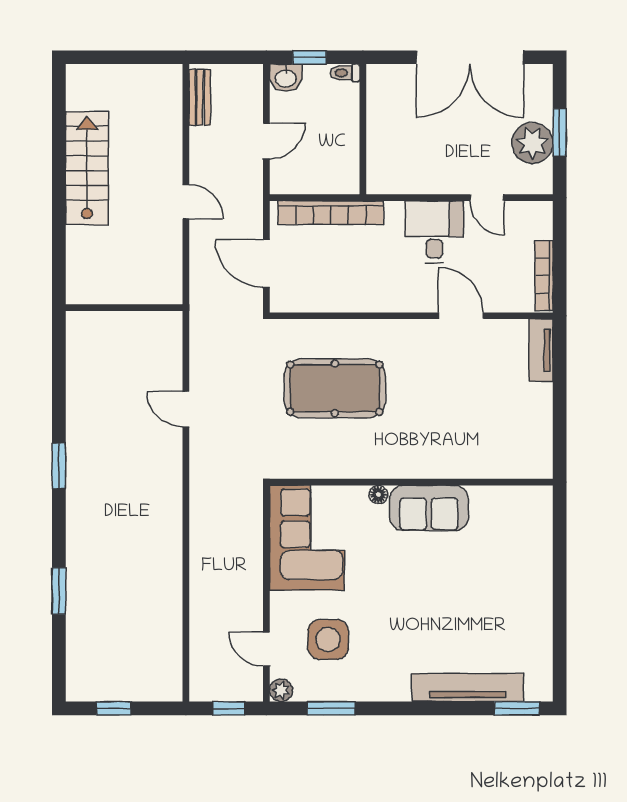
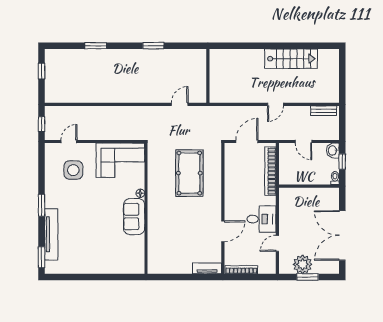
wall: (124, 308) -> (208, 76), moved
plant: (281, 690) -> (50, 148), removed
window: (331, 708) -> (42, 205), moved

